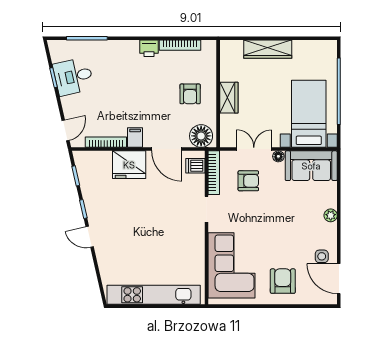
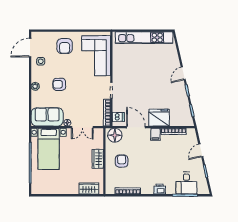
printer: (149, 48) -> (160, 189), moved
wardrobe: (268, 49) -> (89, 189), moved, width x0.67
desk: (73, 77) -> (186, 183), moved, turned 103
door: (66, 130) -> (201, 150), moved
armchair: (248, 181) -> (59, 84), moved
door: (90, 237) -> (183, 73), swing flipped
door: (339, 279) -> (30, 48), swing flipped

